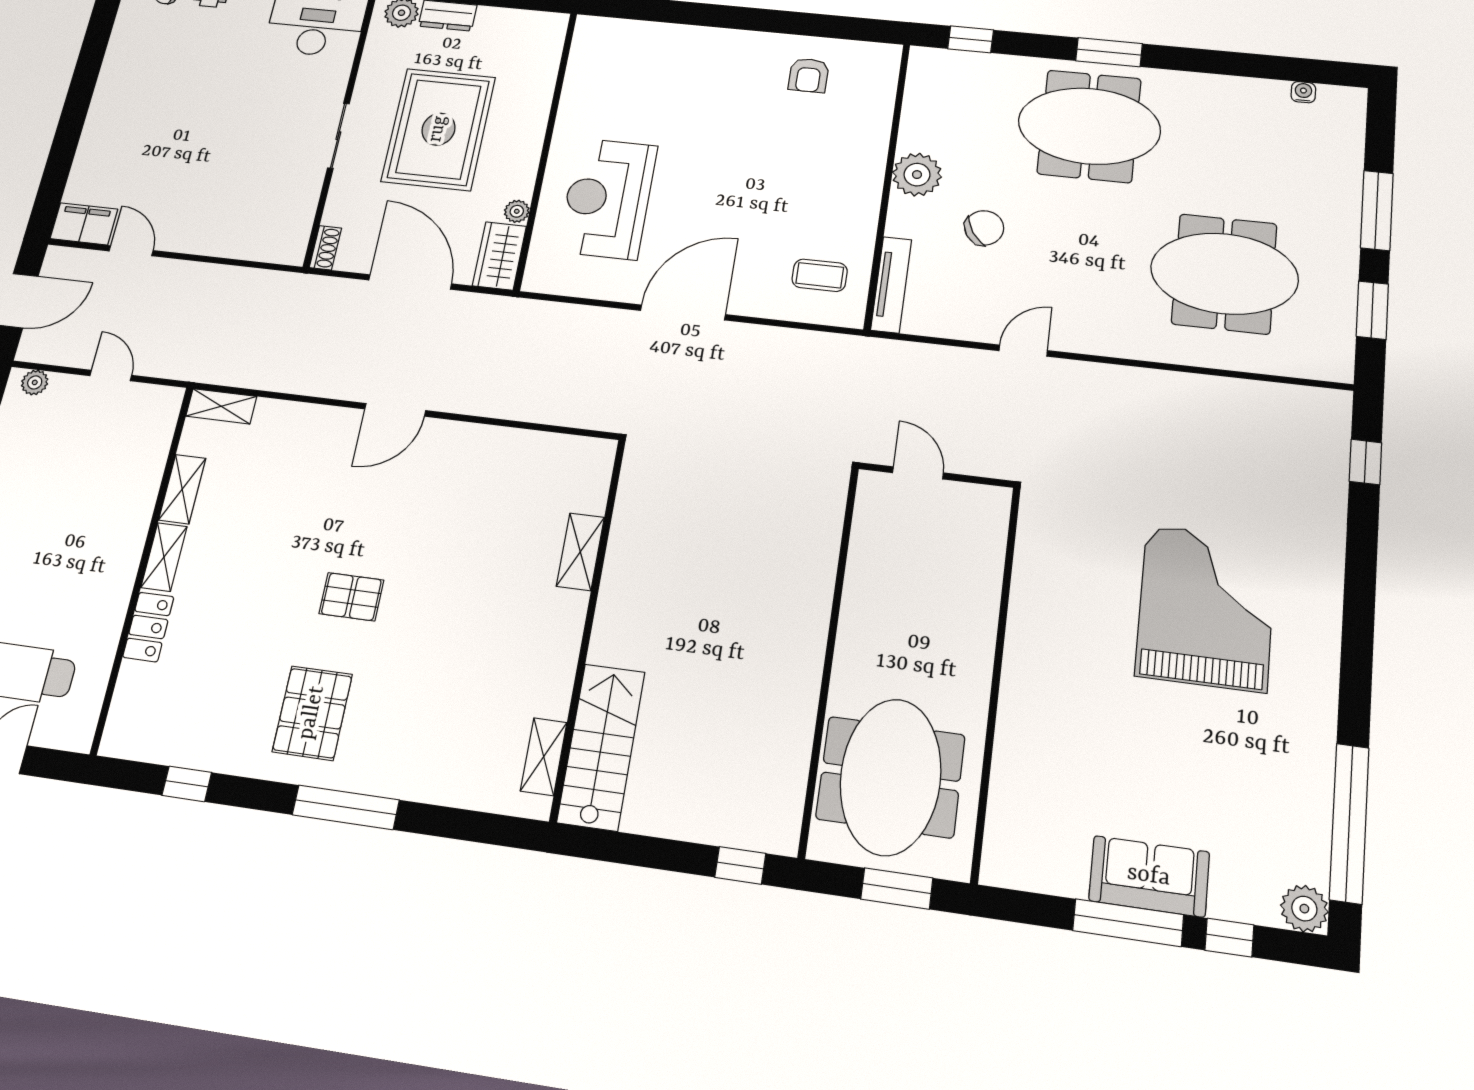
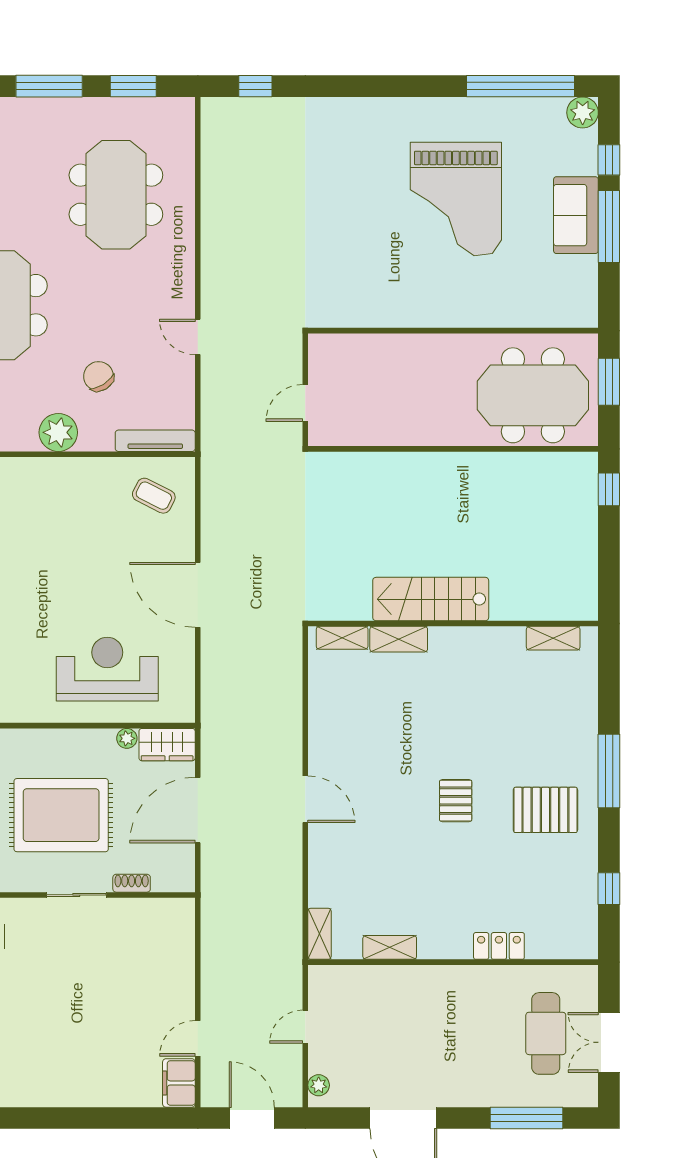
reception desk: (608, 198) -> (107, 669), turned 180
shoe rack: (325, 248) -> (132, 883), moved
coffee table: (820, 275) -> (154, 496), turned -63
shelving: (164, 557) -> (342, 638), moved
grand piano: (1206, 608) -> (456, 199), moved, turned -90
stairs: (601, 747) -> (431, 599), moved

